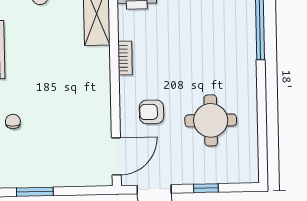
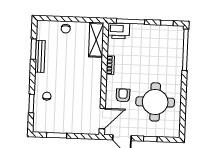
armchair: (151, 112) -> (123, 95), turned 90
round table: (211, 120) -> (155, 102), width x1.36, depth x1.36

